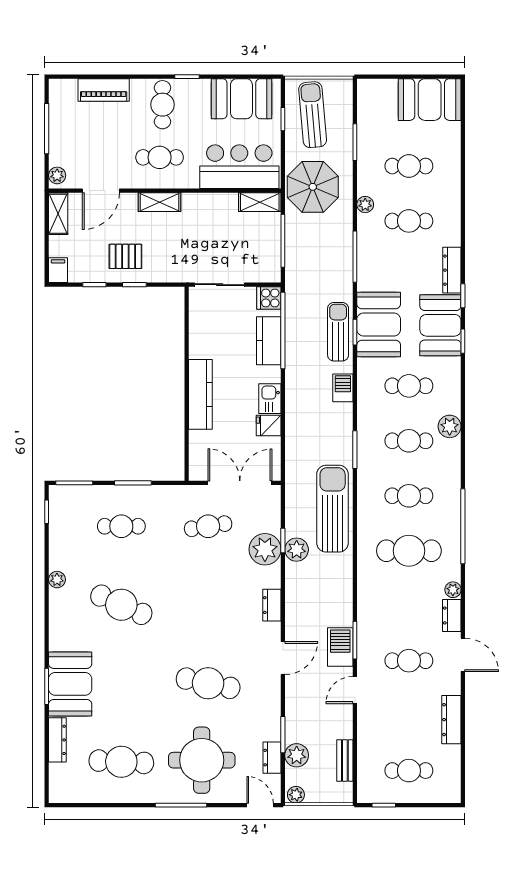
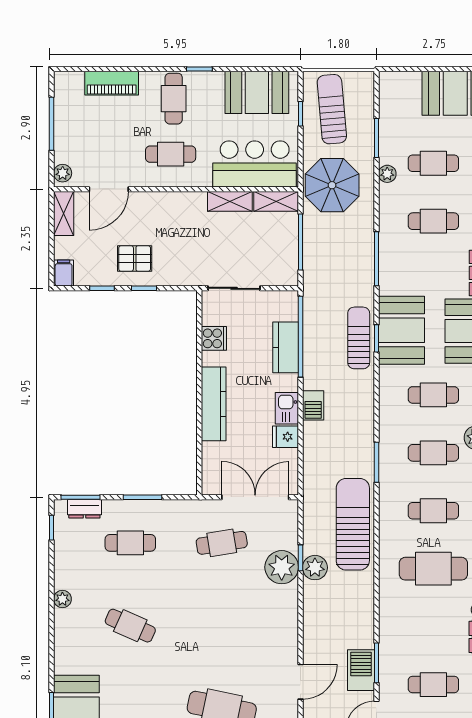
shelving: (159, 202) -> (230, 201), moved
plant: (365, 205) -> (387, 174), moved
cooker: (269, 298) -> (214, 338), moved, turned 180
barbecue: (343, 388) -> (313, 405), moved, turned 180
cafe table: (121, 605) -> (130, 626), width x0.73, depth x0.74
dresser: (272, 605) -> (84, 509), moved, turned -90

